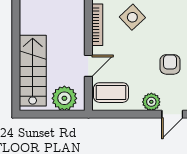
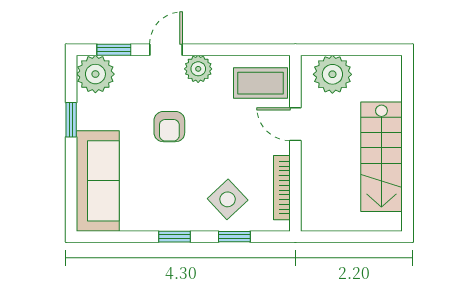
door: (88, 66) -> (295, 124), hinge flipped
stairs: (33, 71) -> (381, 157), moved

